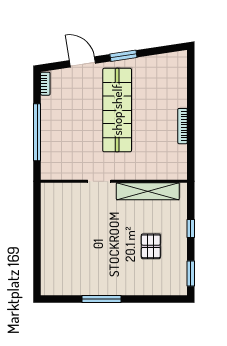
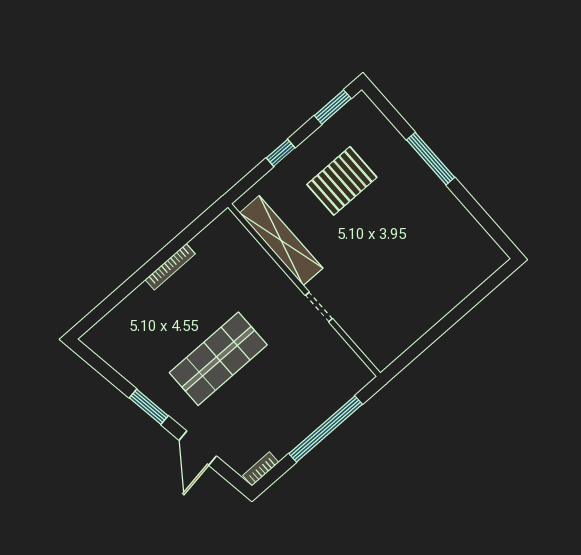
shop shelf: (117, 110) -> (218, 359), width x0.71
pallet: (151, 246) -> (342, 181), width x1.50, depth x1.42
window: (102, 299) -> (431, 159), moved

